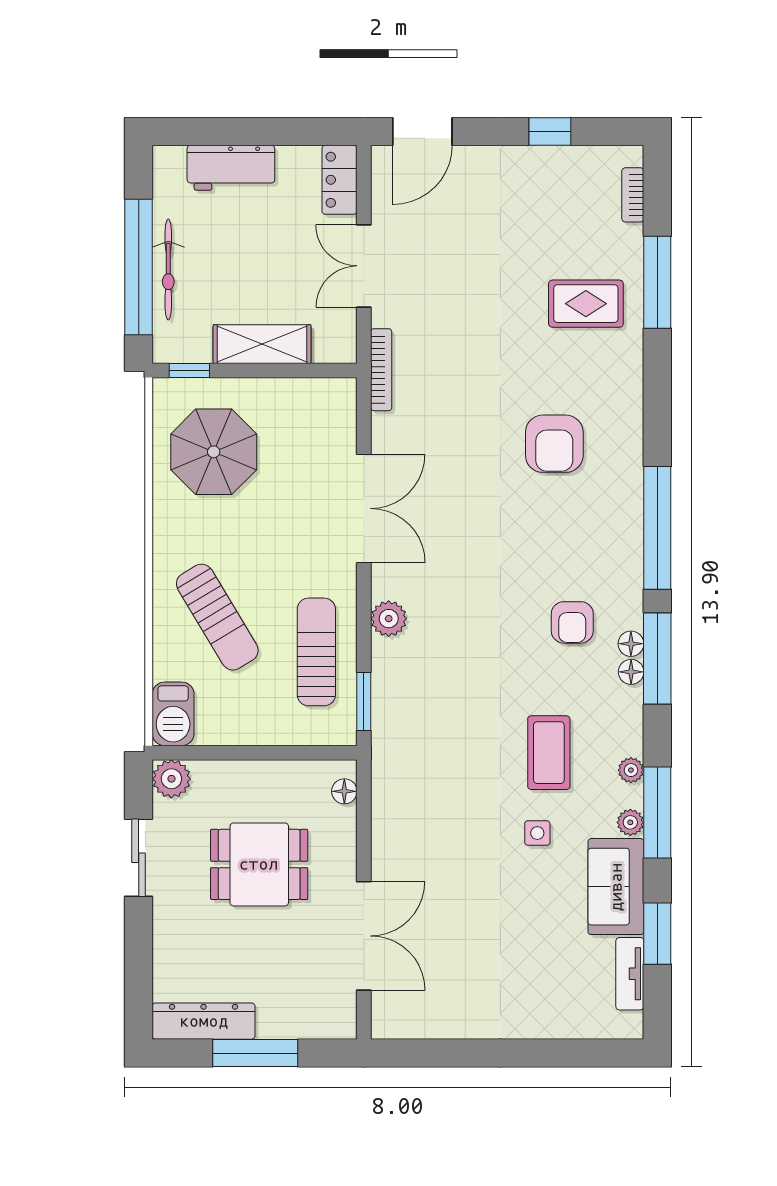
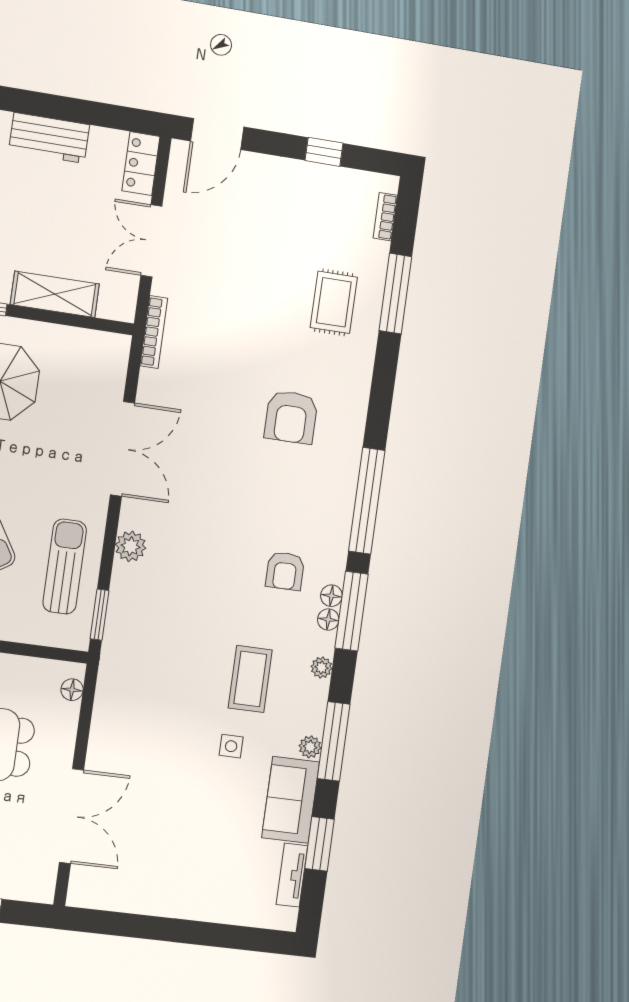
rug: (586, 304) -> (334, 302), turned 90
plant: (631, 770) -> (322, 667), moved

